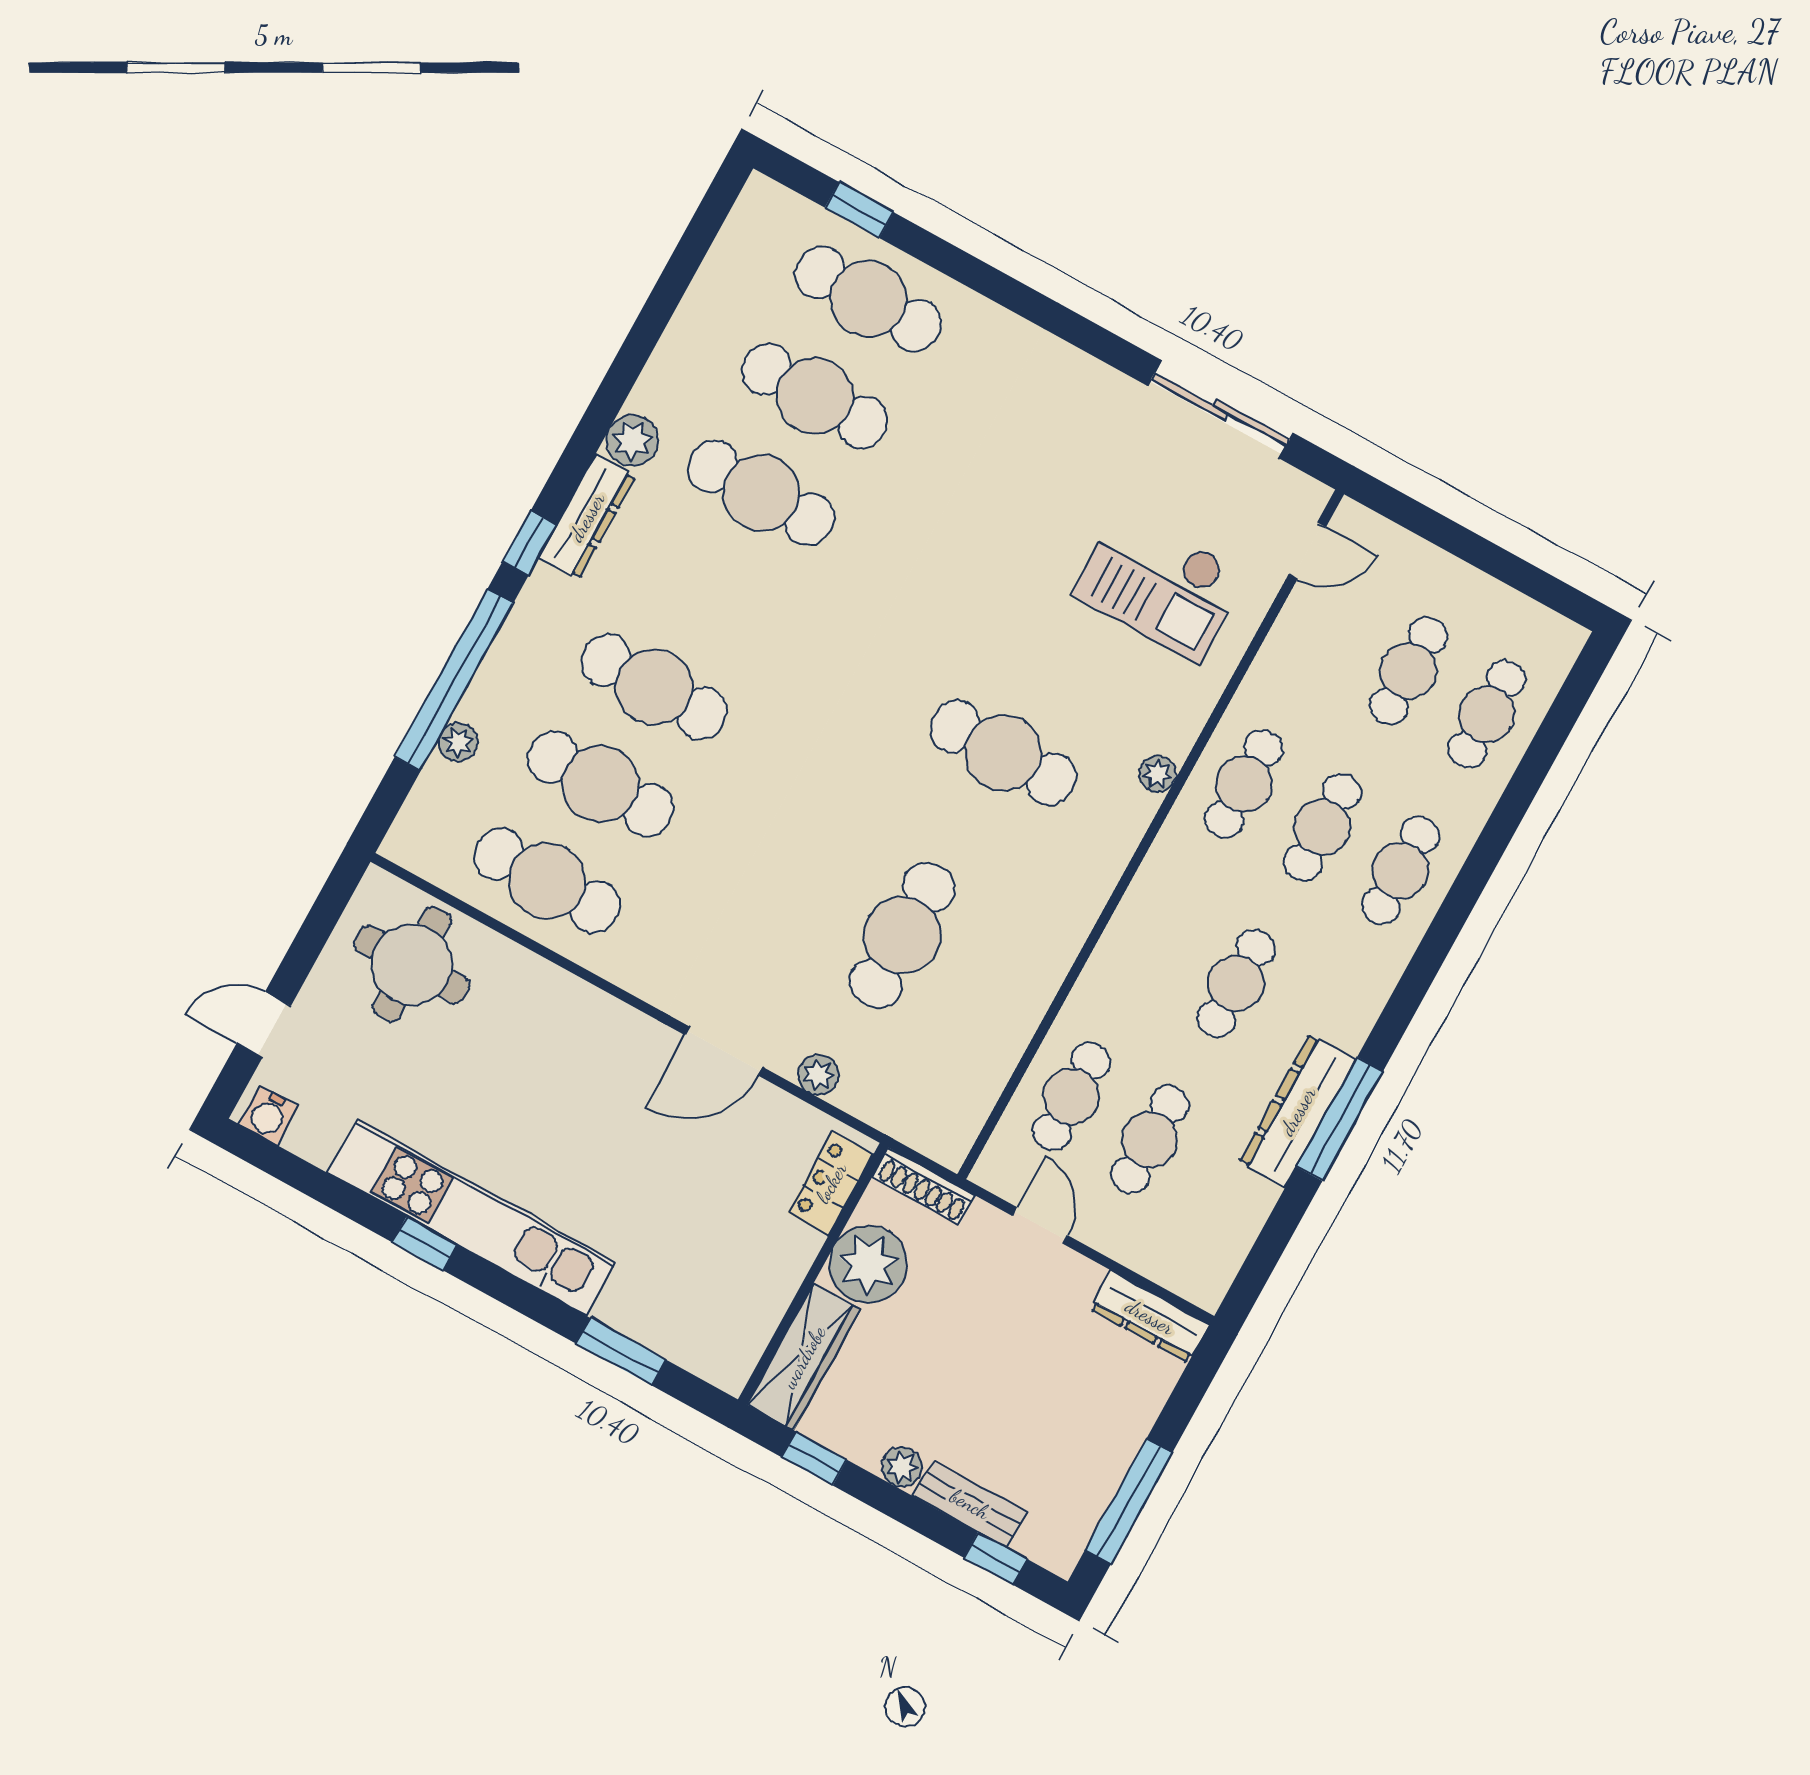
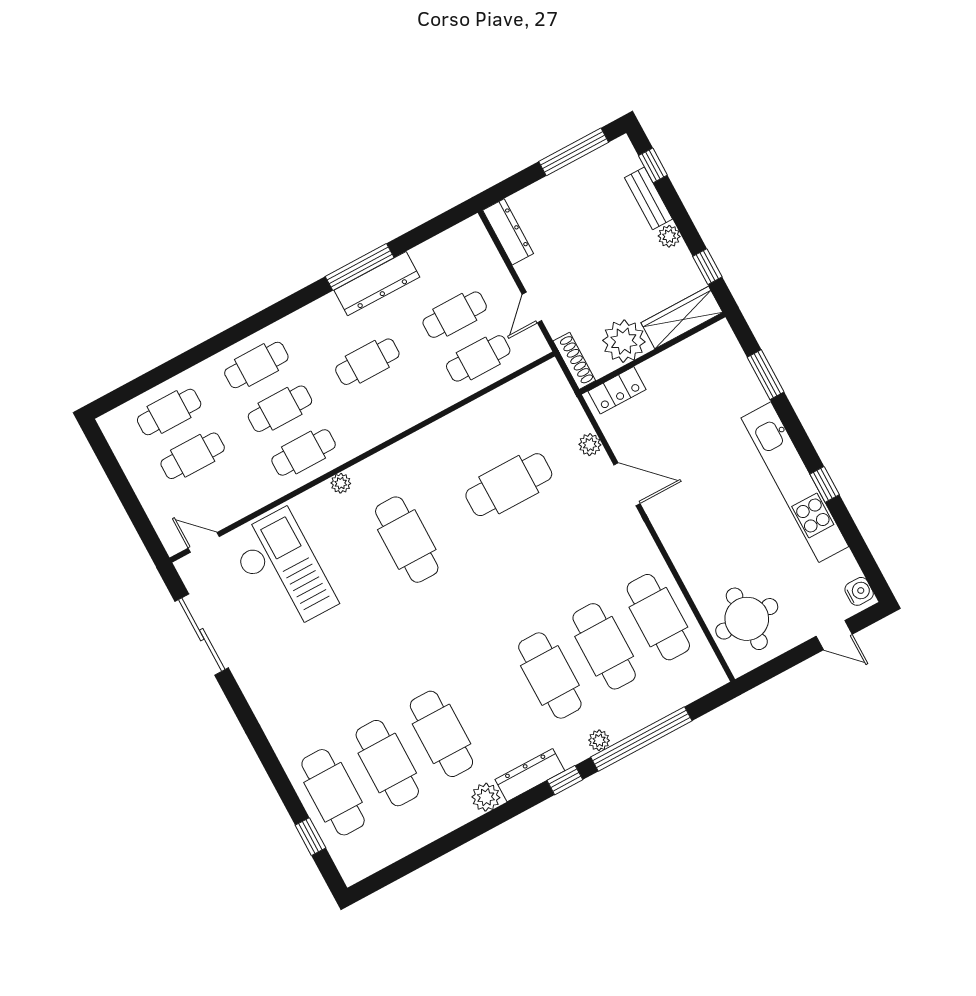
checkout: (1160, 585) -> (283, 571), width x1.36, depth x1.21
plant: (458, 742) -> (599, 740), moved

